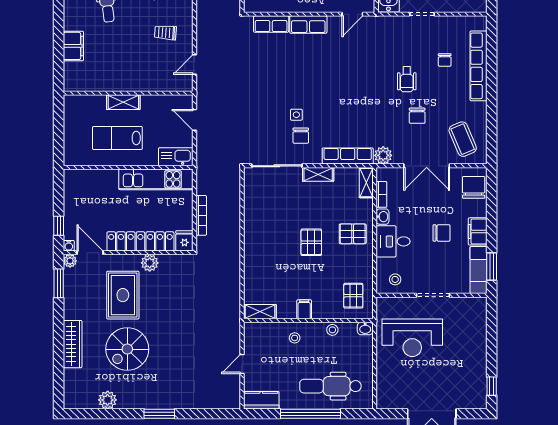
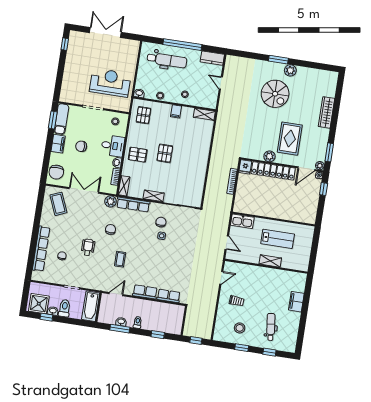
coffee table: (355, 69) -> (120, 259), added
chair: (417, 116) -> (110, 229), moved
kitchen unit: (156, 179) -> (257, 209), removed
door: (90, 253) -> (306, 169), hinge flipped
spiral stairs: (127, 349) -> (275, 94), moved, turned 90
door: (242, 364) -> (221, 83), swing flipped
plant: (108, 400) -> (290, 70), moved

